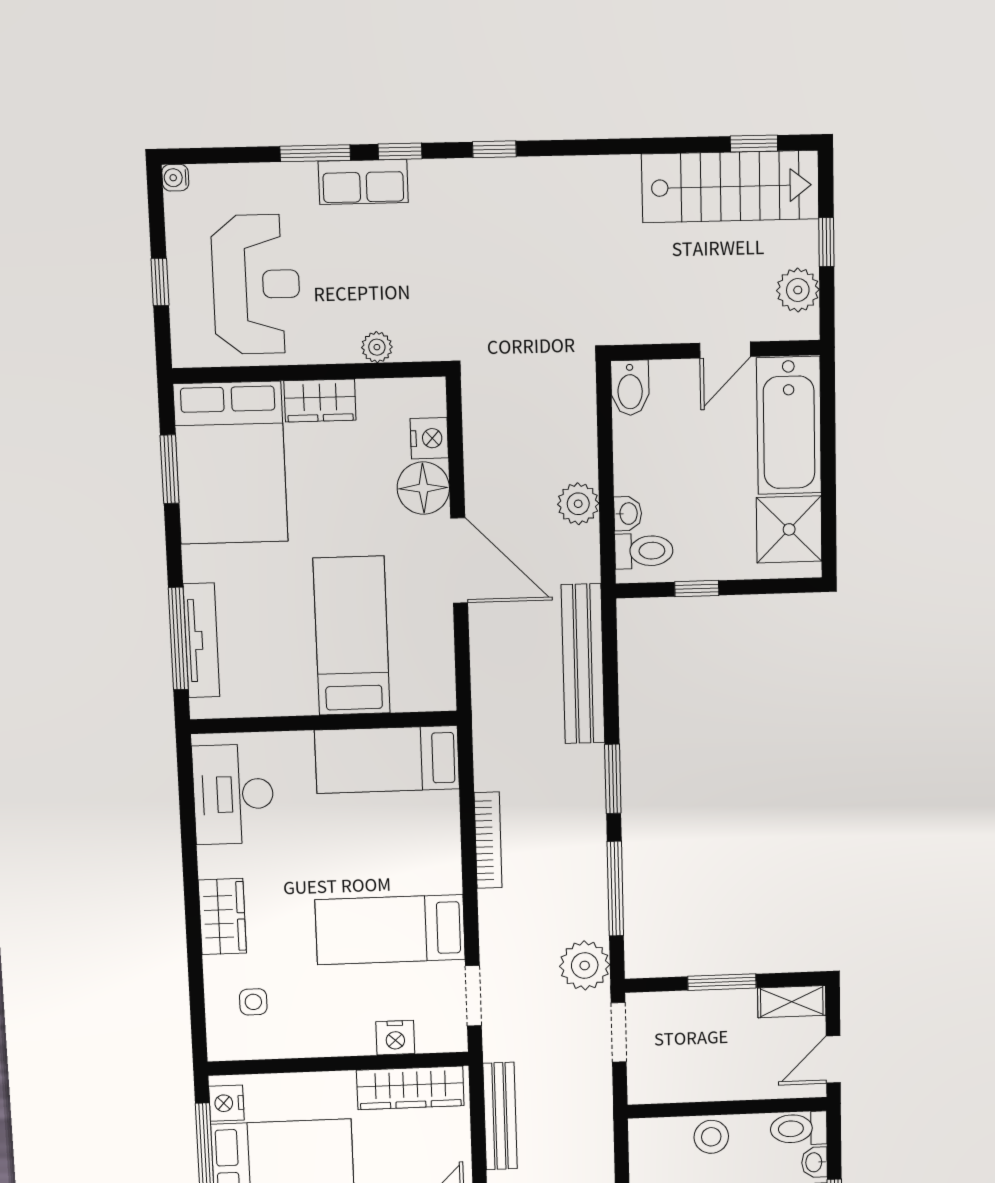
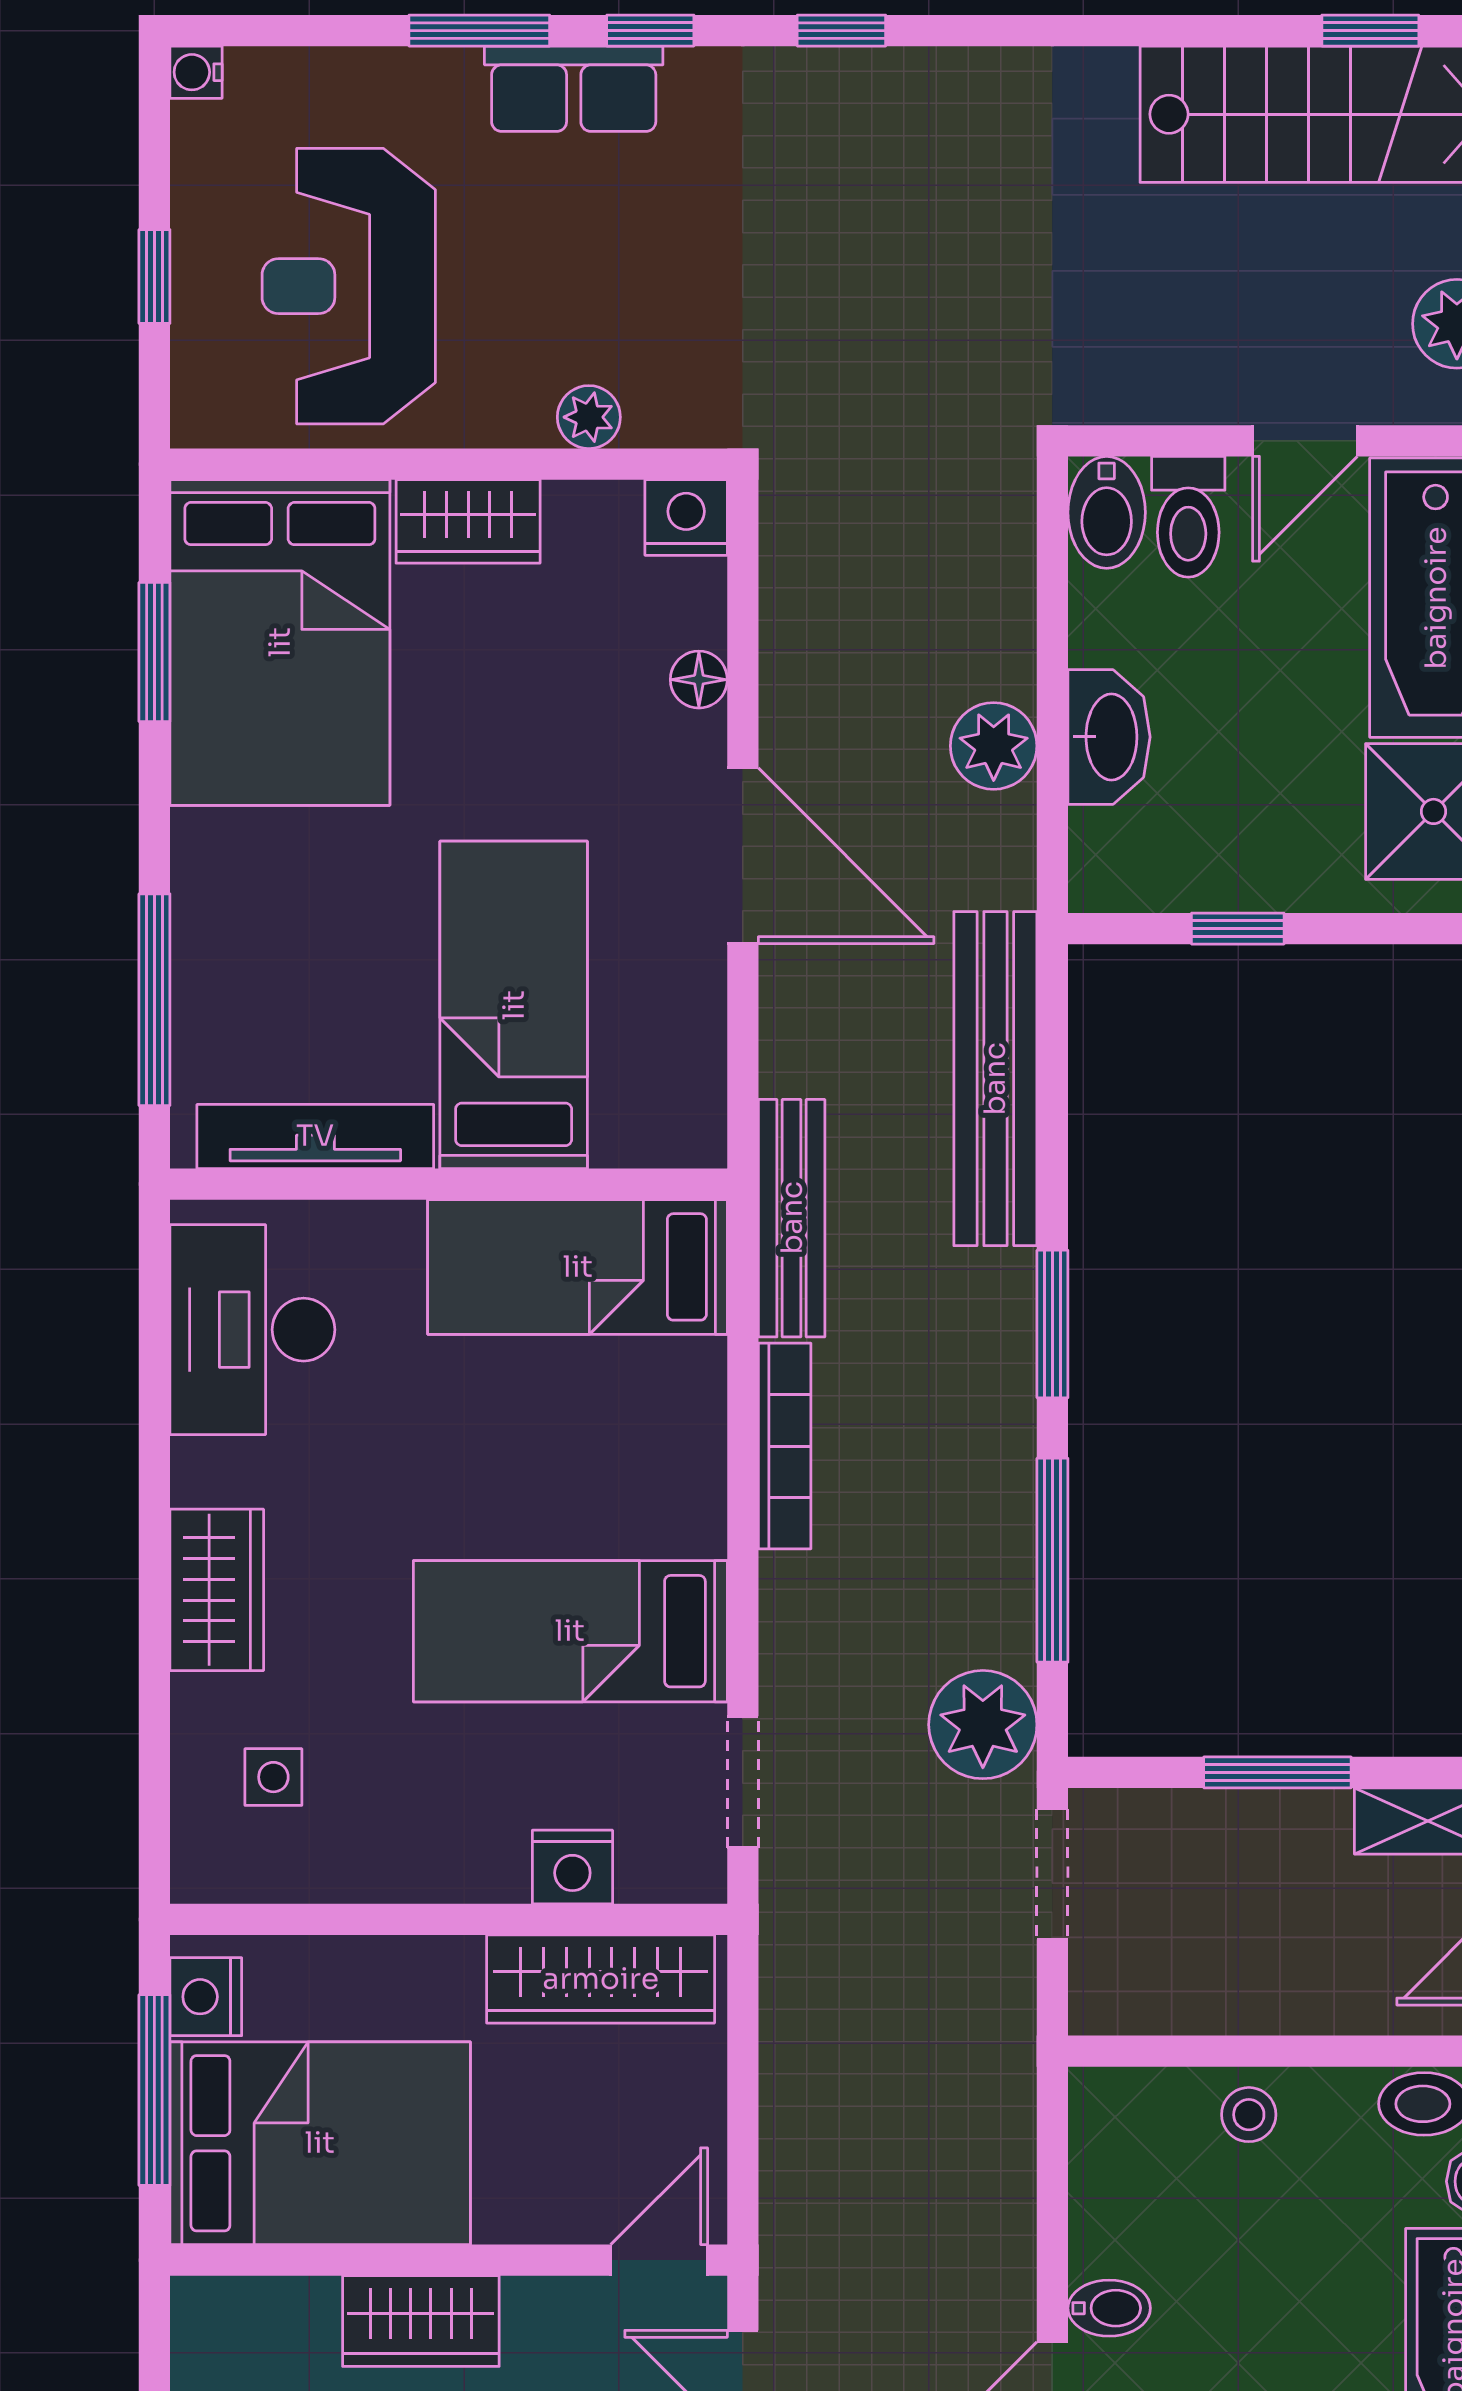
reception desk: (256, 284) -> (349, 286), turned 180
nightstand: (429, 438) -> (686, 517), moved, turned -90
floor lamp: (423, 488) -> (699, 680), width x0.53, depth x0.53
washbasin: (628, 514) -> (1109, 737), width x1.91, depth x1.45
toilet: (644, 551) -> (1188, 517), moved, turned 90
tv unit: (201, 640) -> (315, 1136), moved, turned -90
bench: (500, 1116) -> (792, 1218), moved
stool: (711, 1137) -> (1249, 2115), width x0.73, depth x0.73

